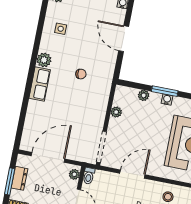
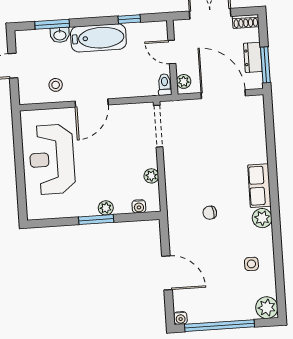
plant: (144, 95) -> (106, 208), moved
water cooler: (167, 99) -> (139, 206), moved
door: (48, 157) -> (223, 94), swing flipped
door: (132, 174) -> (92, 103), moved
window: (10, 181) -> (265, 65), moved

